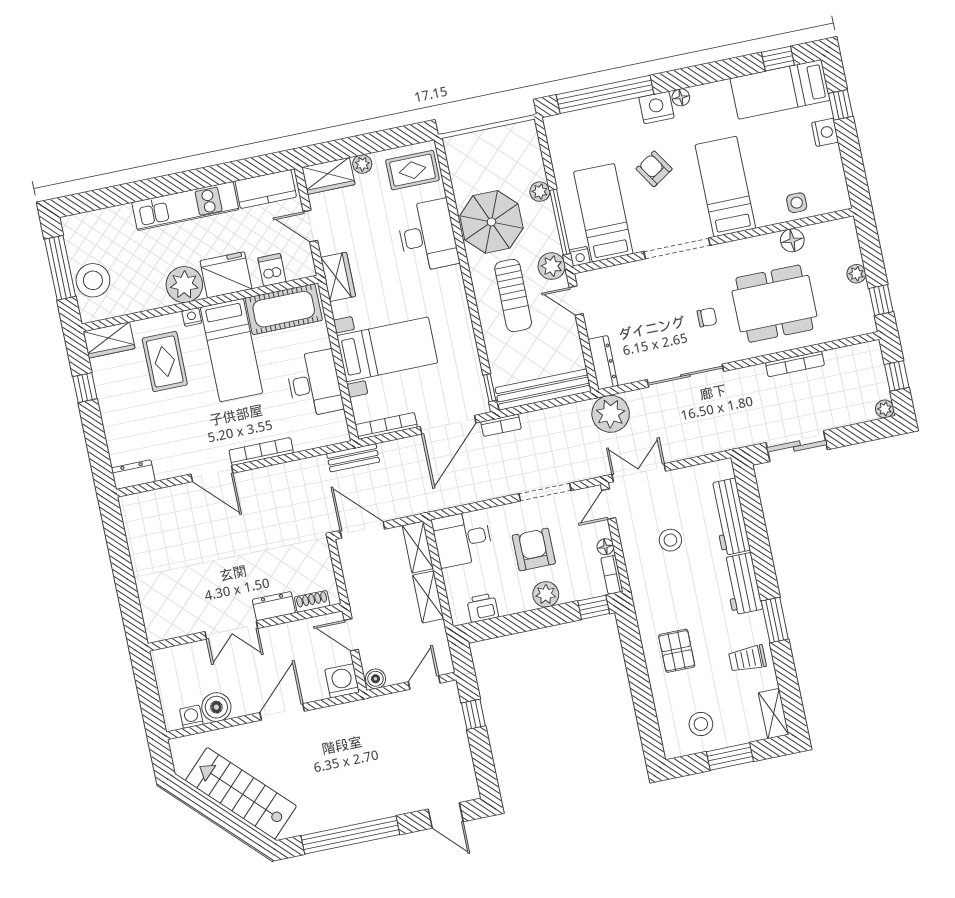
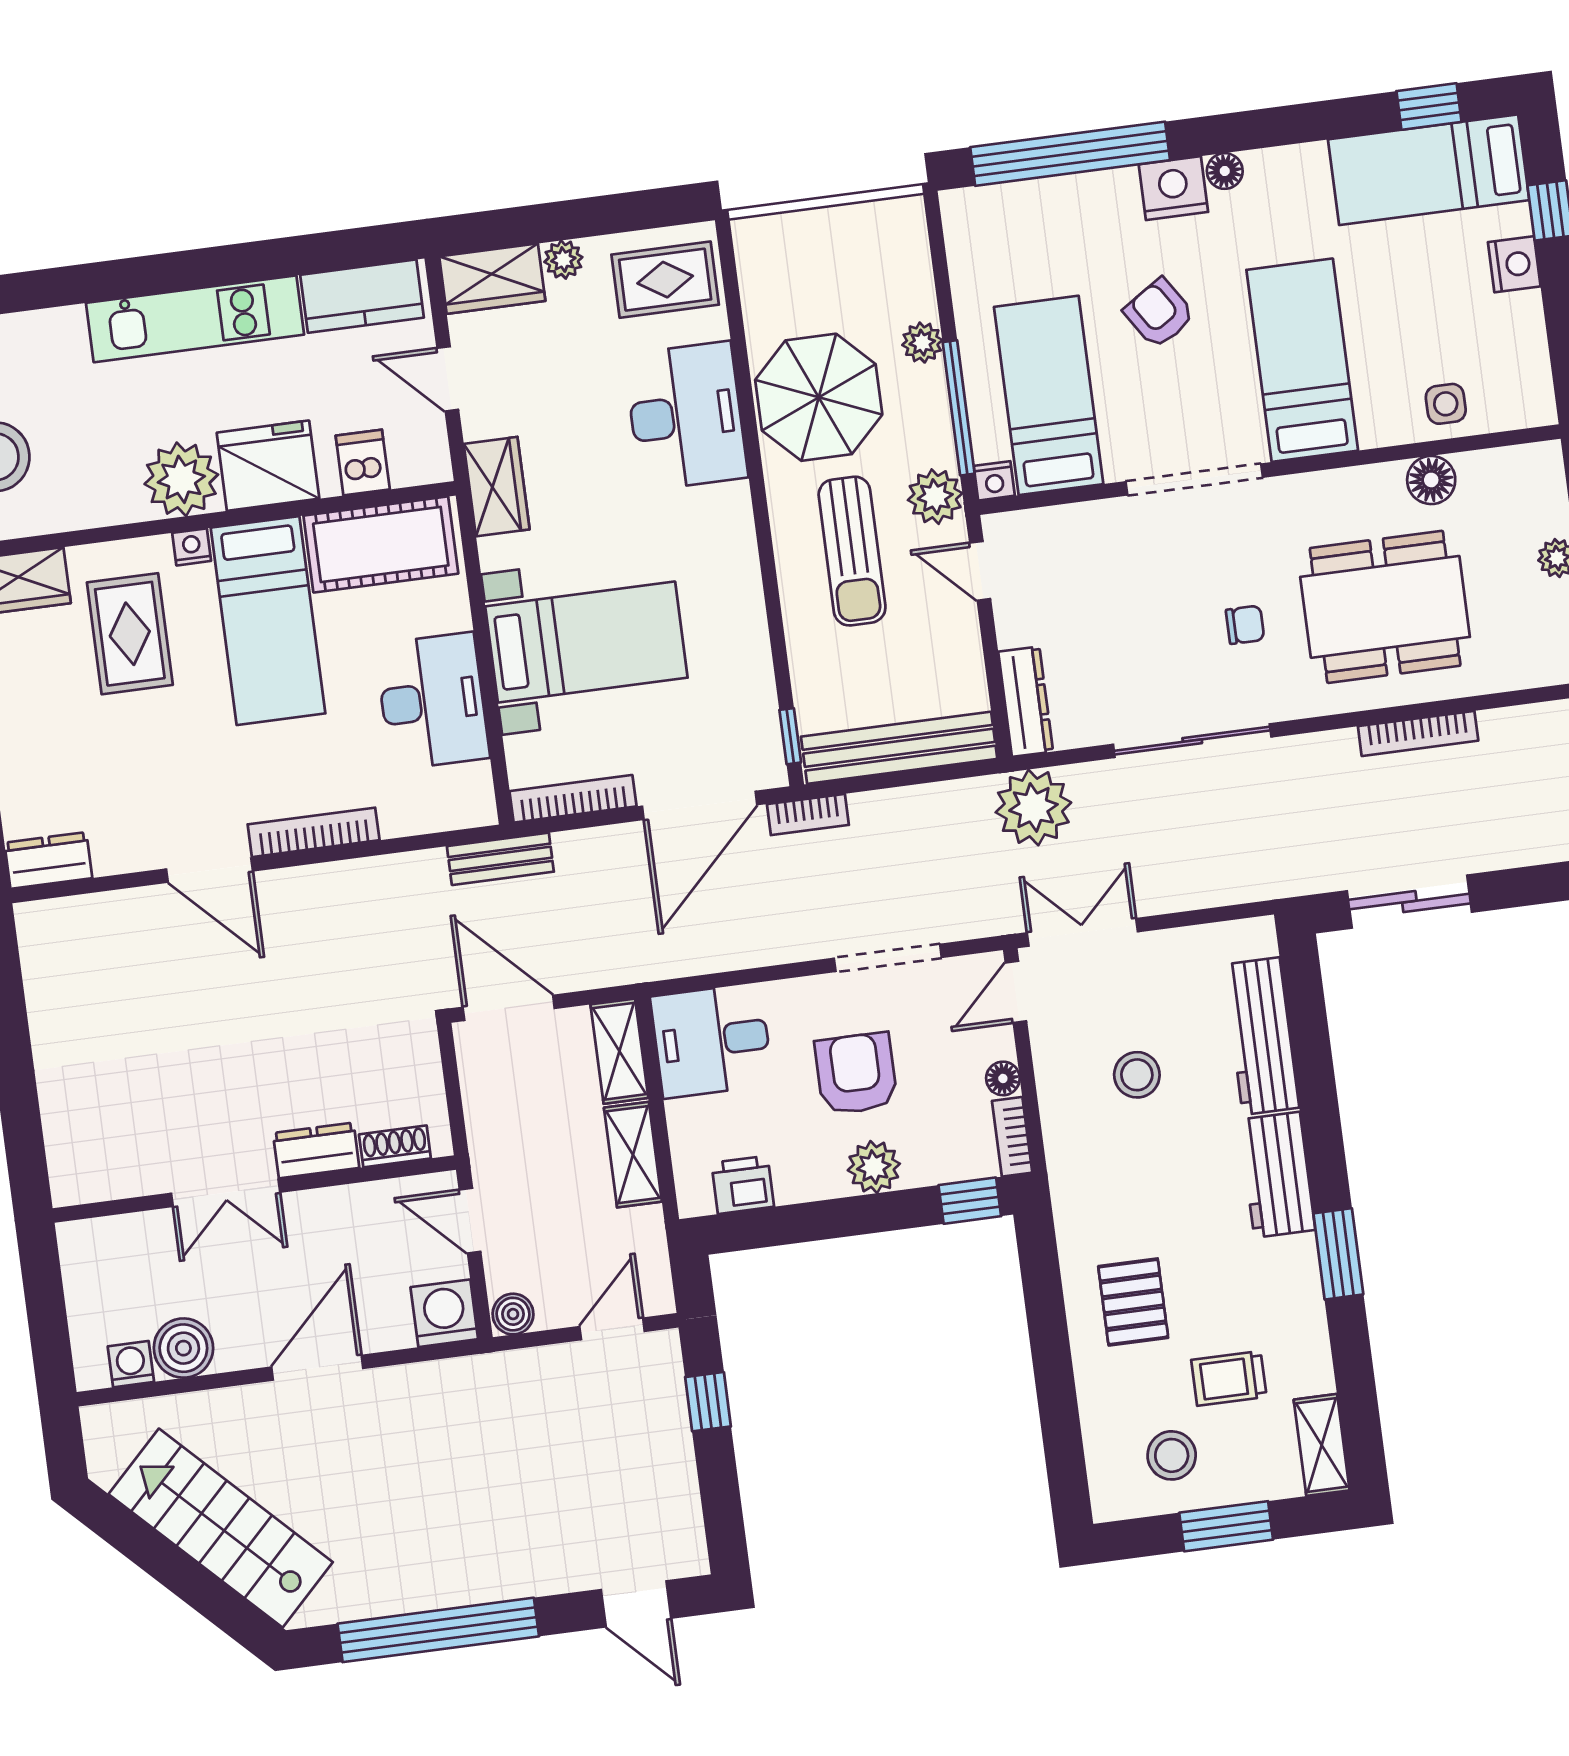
trolley: (747, 659) -> (1229, 1378), moved

